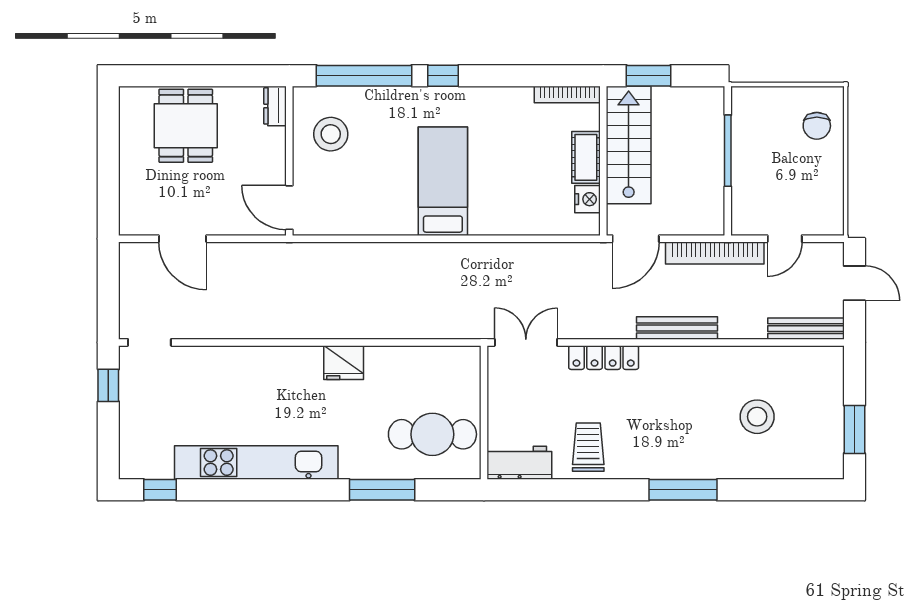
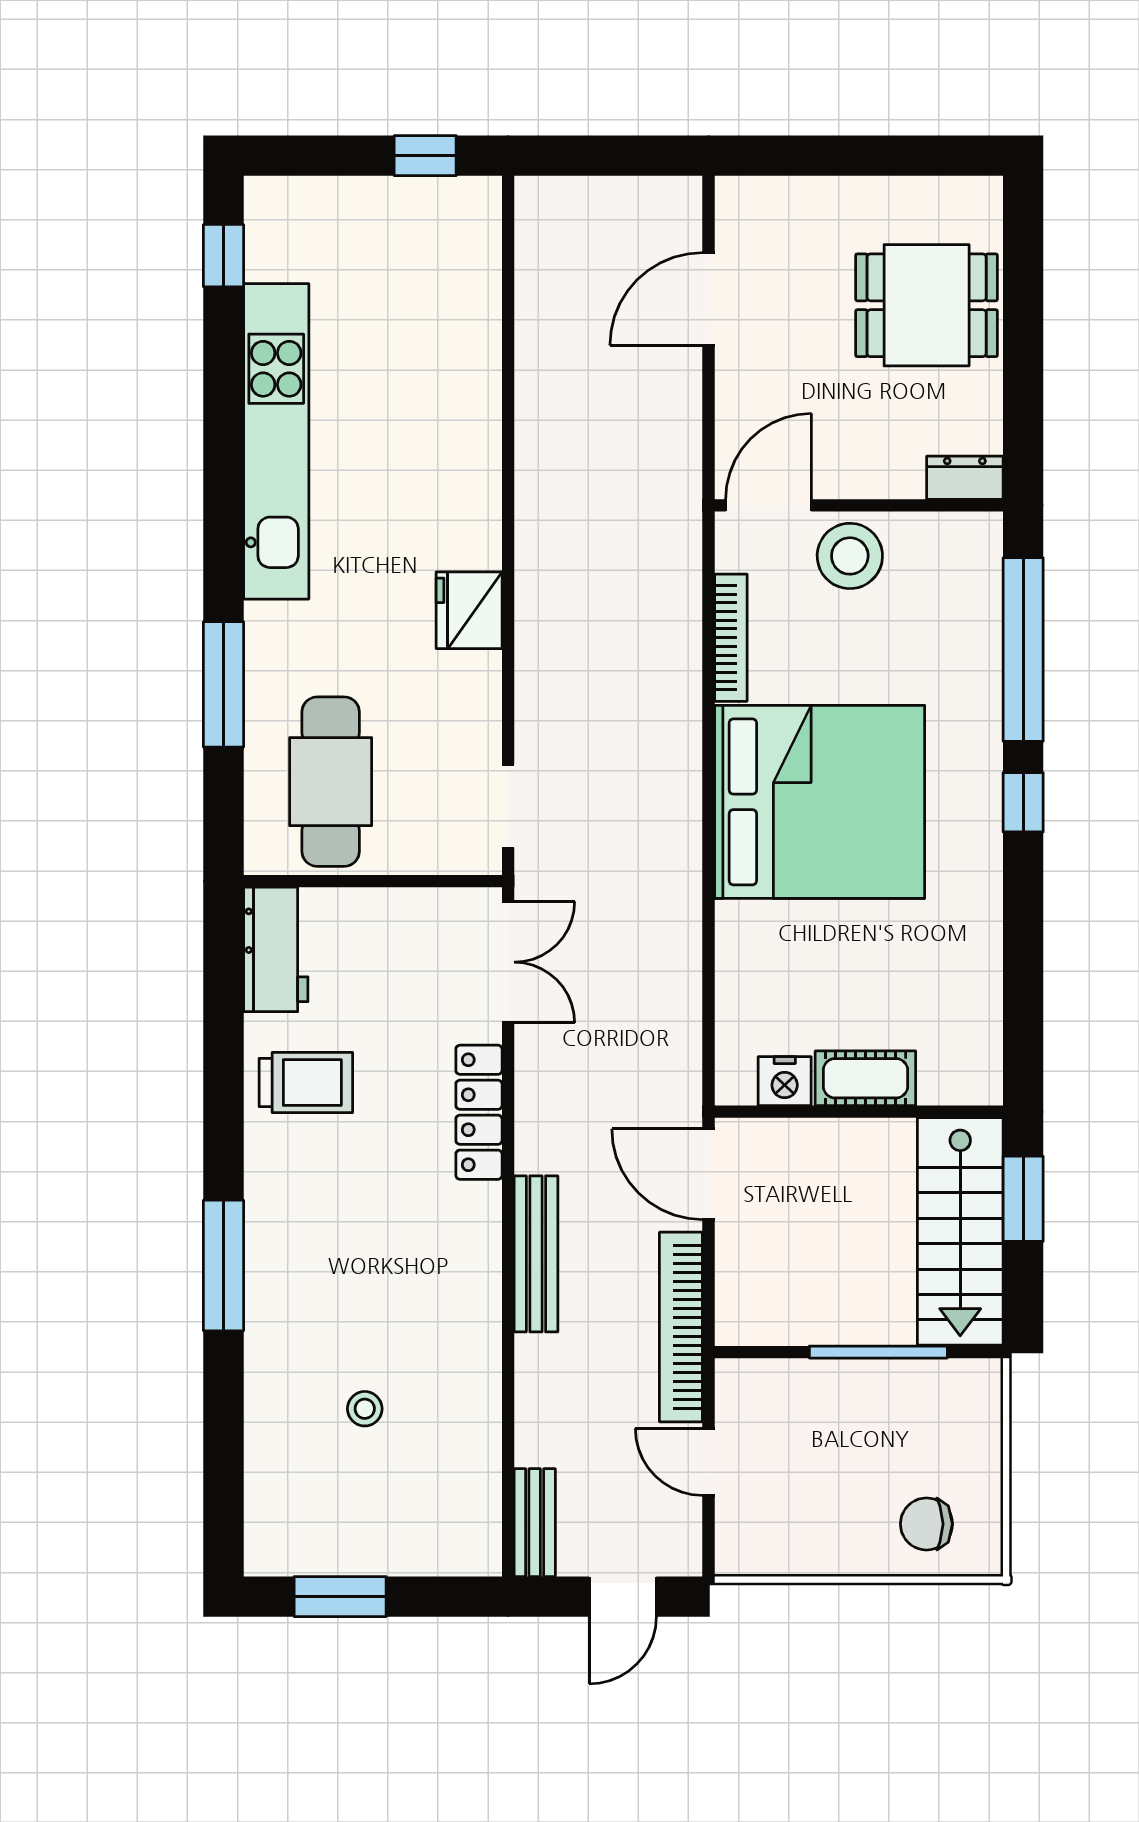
bookcase: (567, 95) -> (731, 638), moved, turned 180
stool: (331, 134) -> (850, 556), moved
stairs: (629, 145) -> (960, 1231), moved, turned 90
bed: (443, 181) -> (820, 802), width x2.04
bench: (806, 329) -> (535, 1523), width x0.73
doorway: (149, 342) -> (508, 806), moved
stool: (757, 417) -> (365, 1409), width x0.53, depth x0.53

